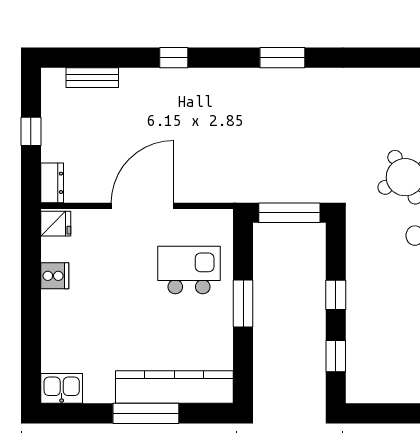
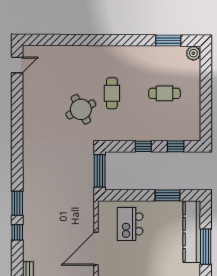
window: (282, 58) -> (17, 203), moved
door: (142, 206) -> (96, 249), hinge flipped
window: (243, 303) -> (168, 195), moved

